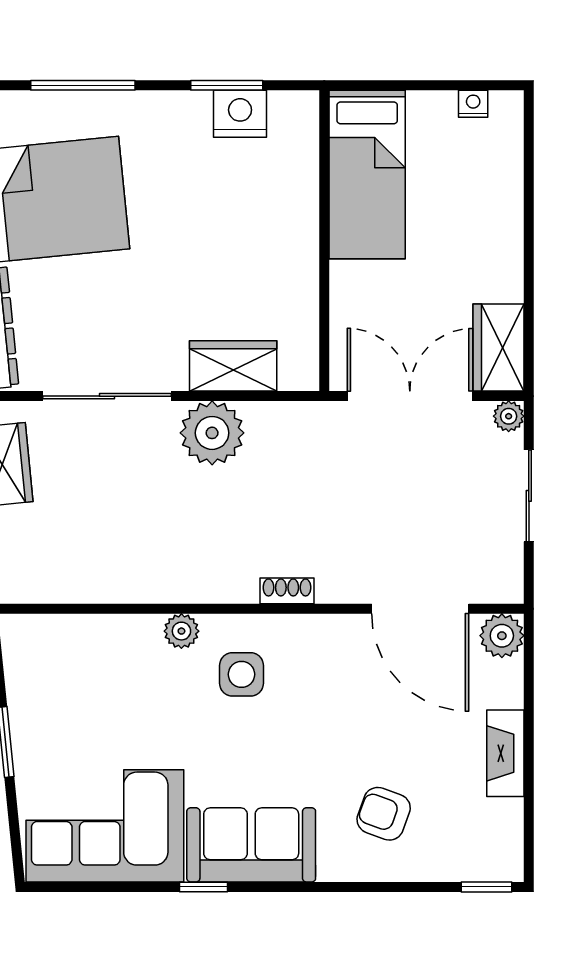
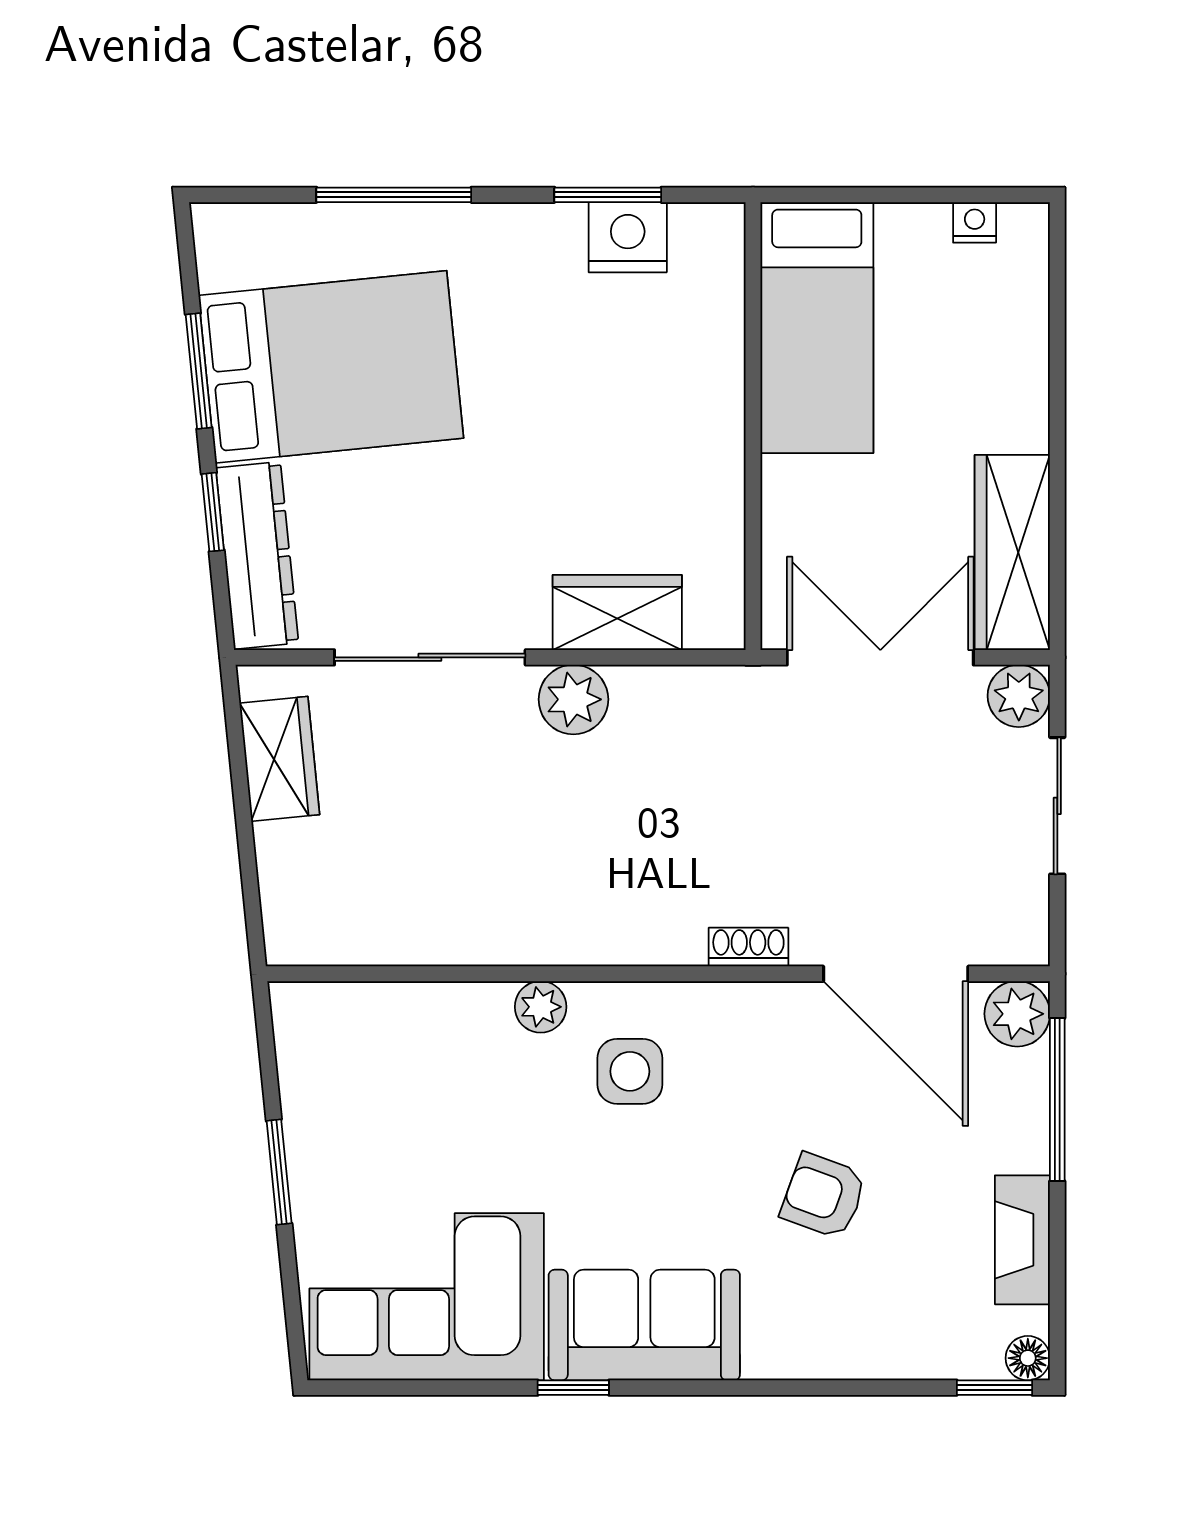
wardrobe: (499, 347) -> (1012, 552), width x1.50
plant: (509, 416) -> (1019, 696), width x1.38, depth x1.38
plant: (212, 433) -> (573, 699), width x0.73, depth x0.73
shoe rack: (287, 591) -> (748, 947), moved
window: (529, 693) -> (1057, 1100), added
fireplace: (505, 753) -> (1022, 1240), moved
armchair: (384, 814) -> (824, 1196), moved
floor lamp: (509, 867) -> (1028, 1358), added

